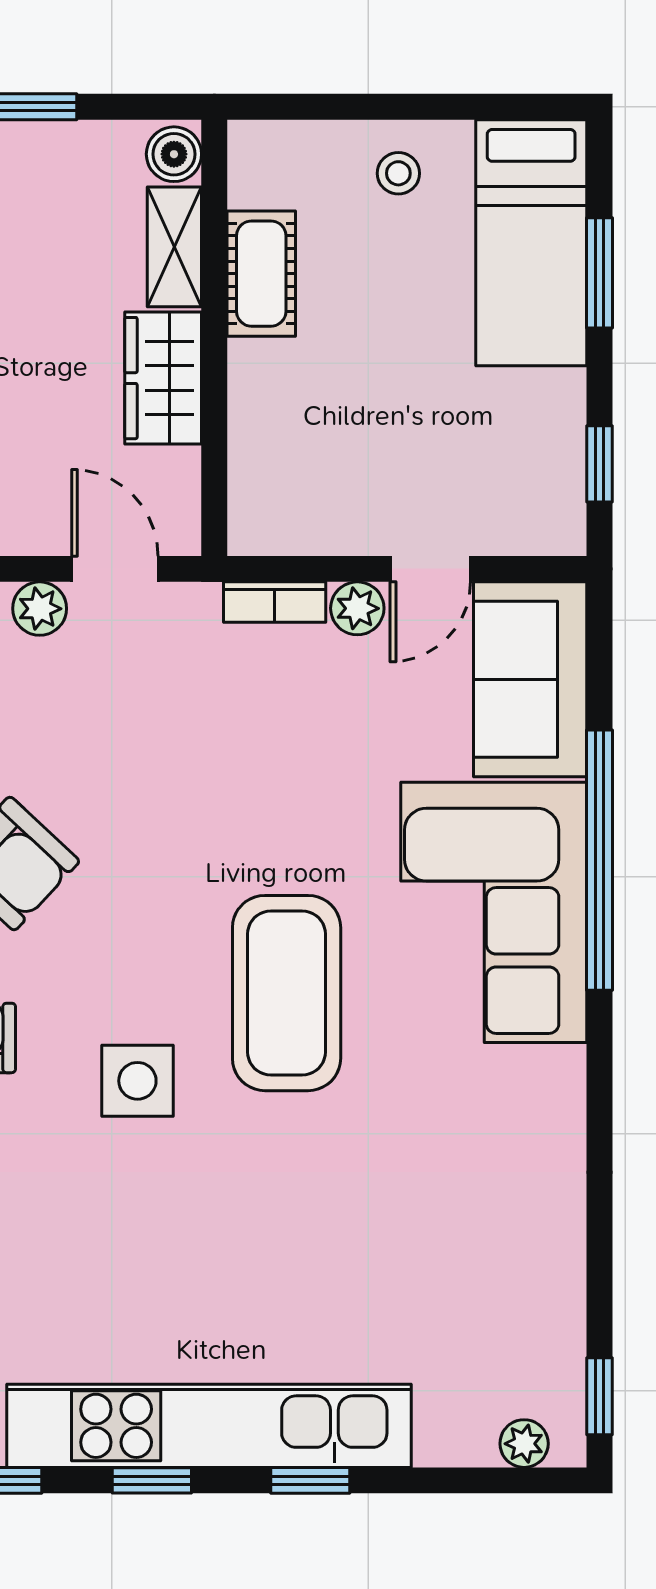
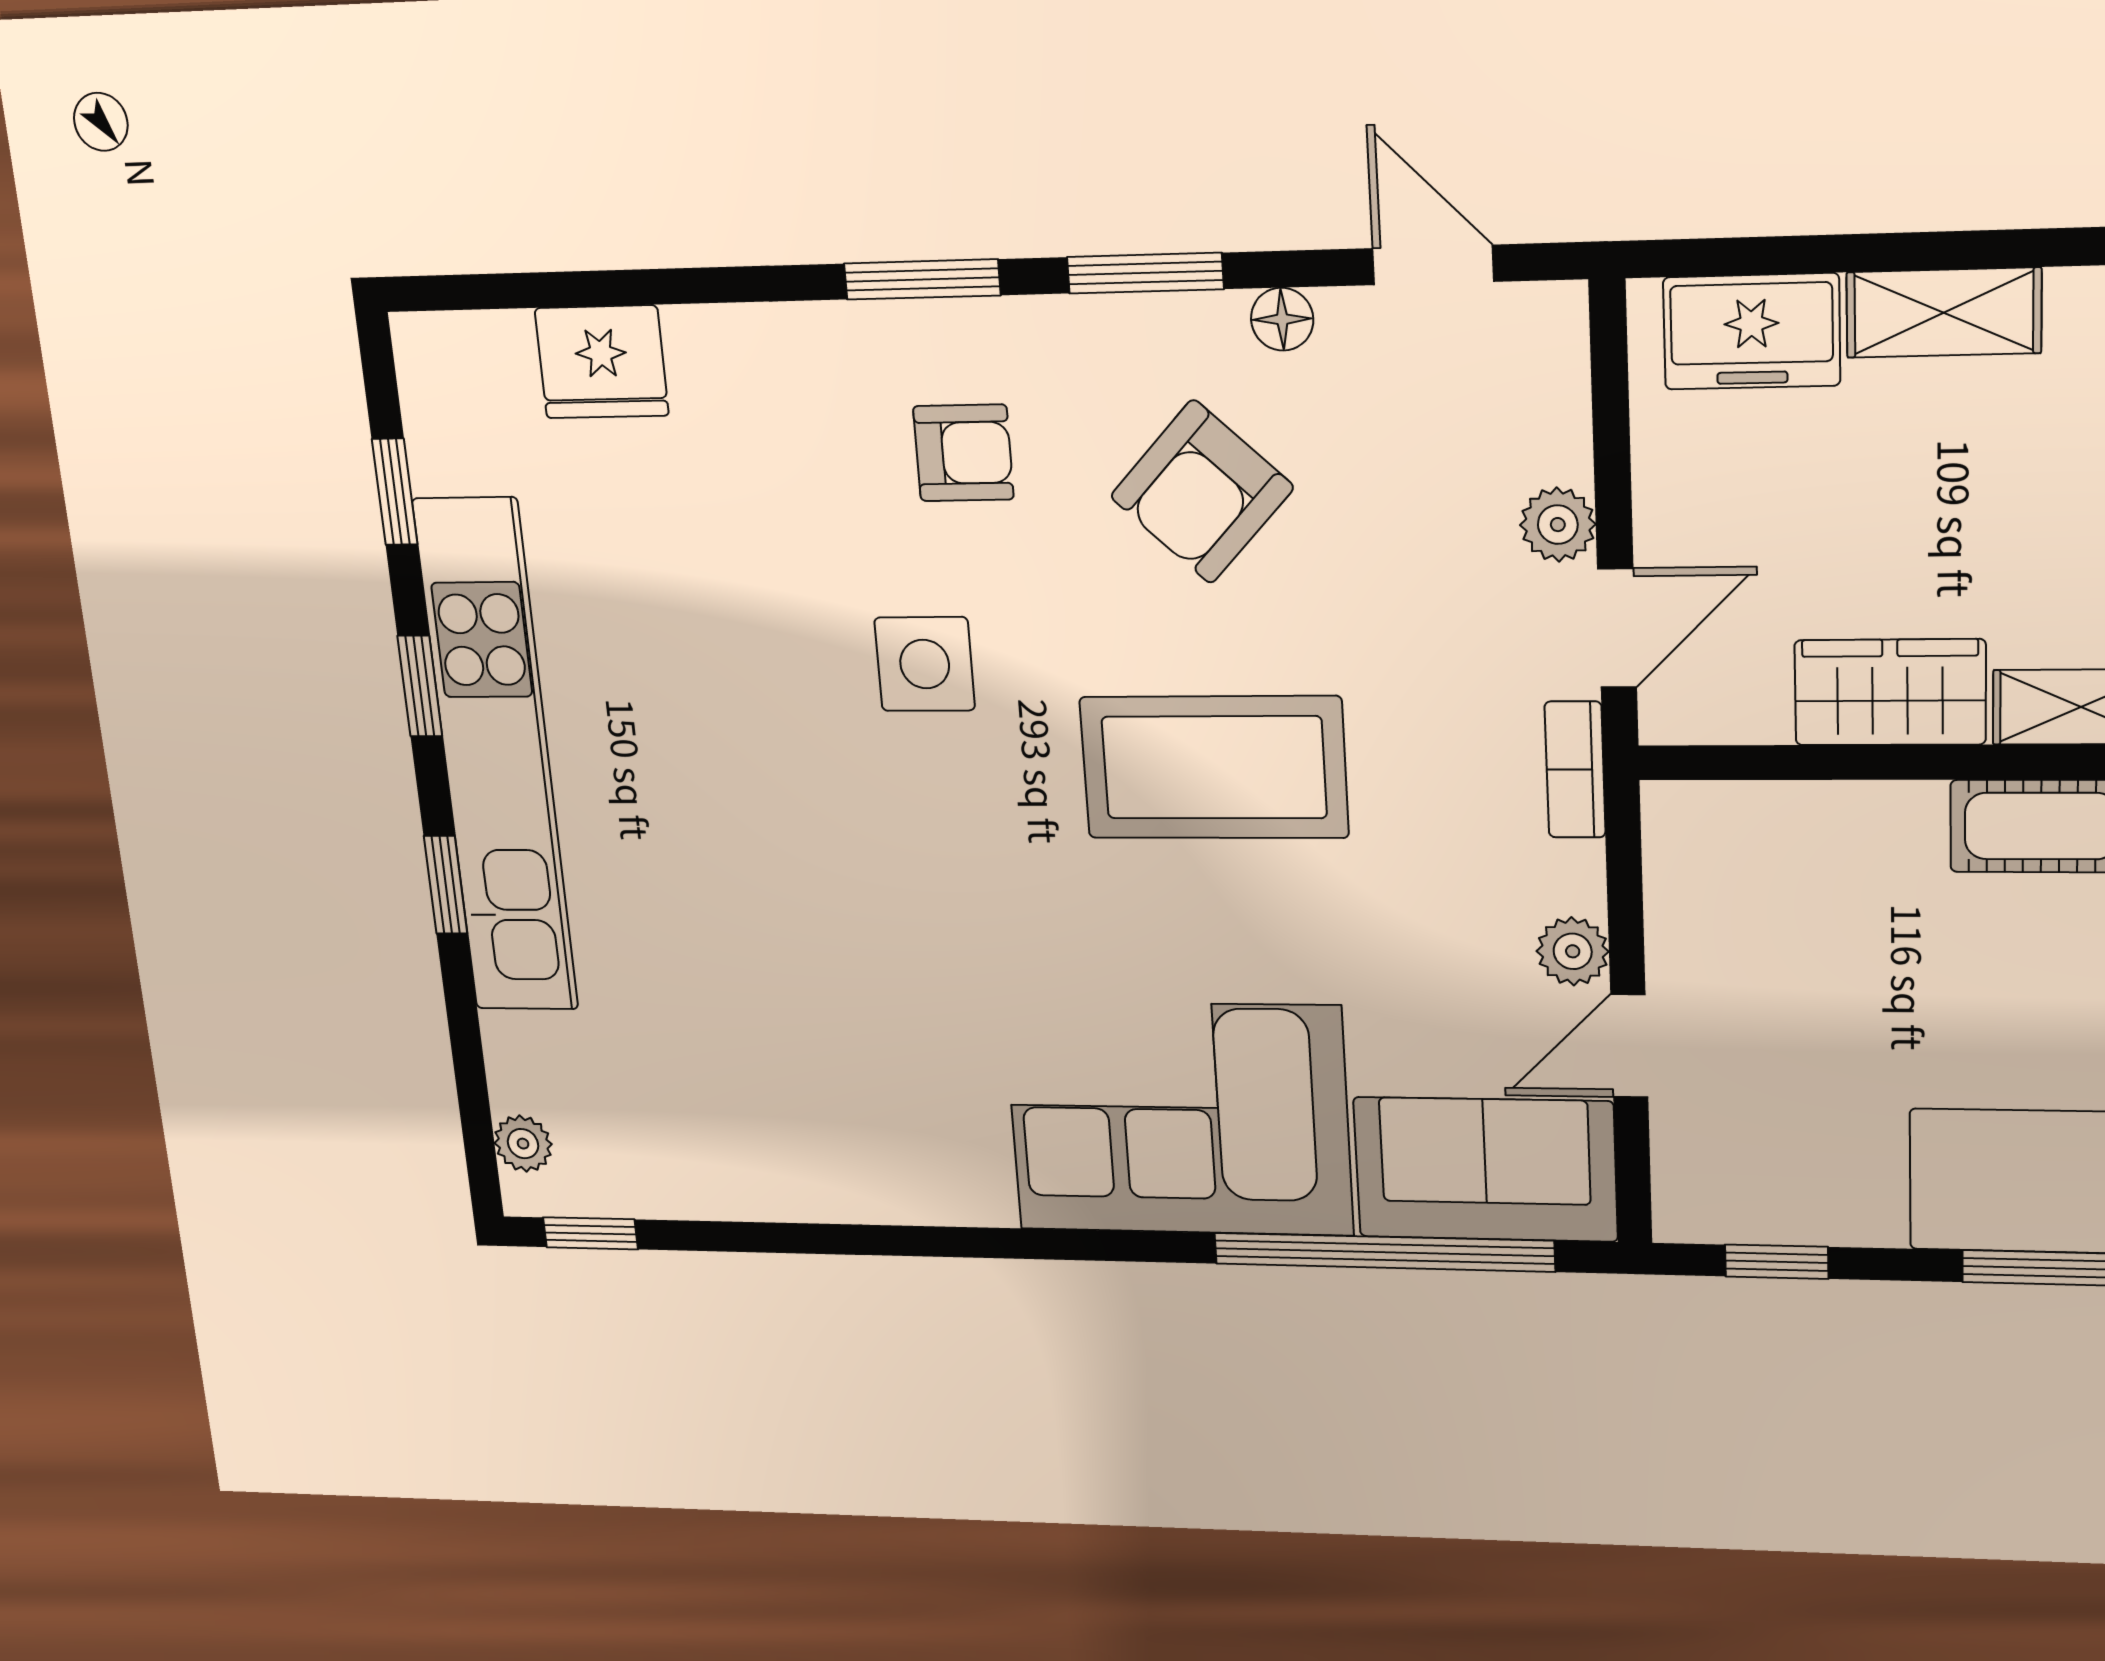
door: (430, 569) -> (1629, 1046), hinge flipped
bookcase: (275, 602) -> (1575, 770), moved
window: (599, 860) -> (1384, 1252), moved
coffee table: (287, 993) -> (1214, 767), moved

